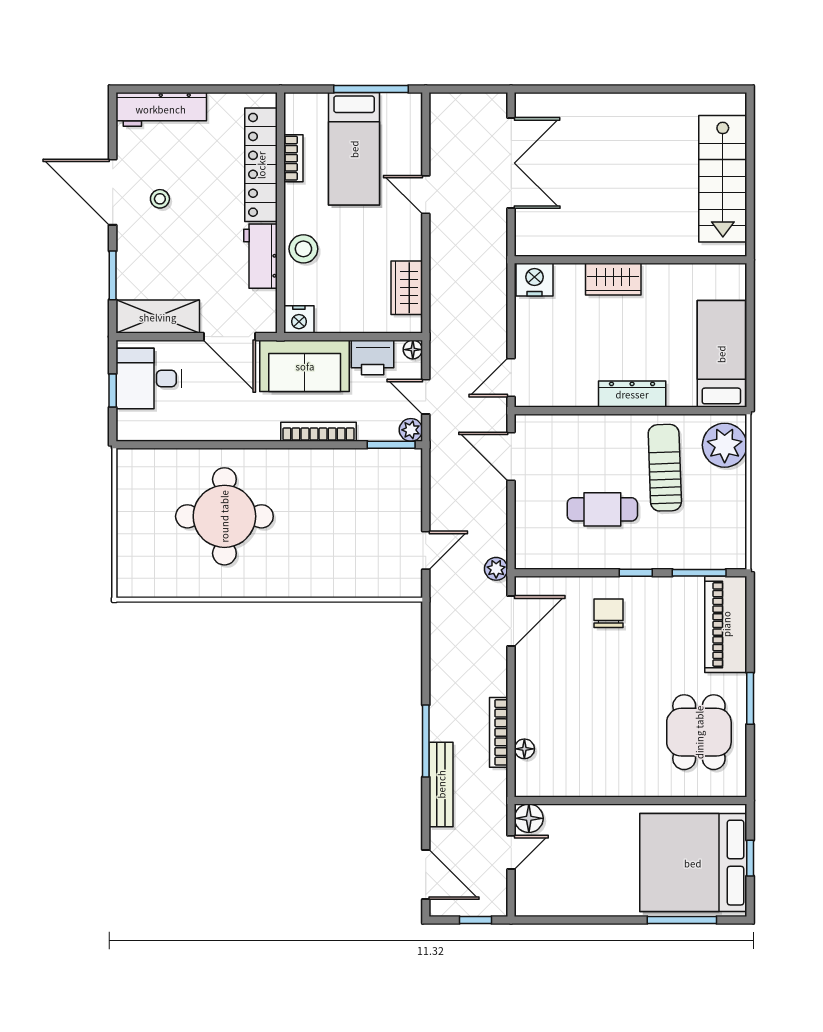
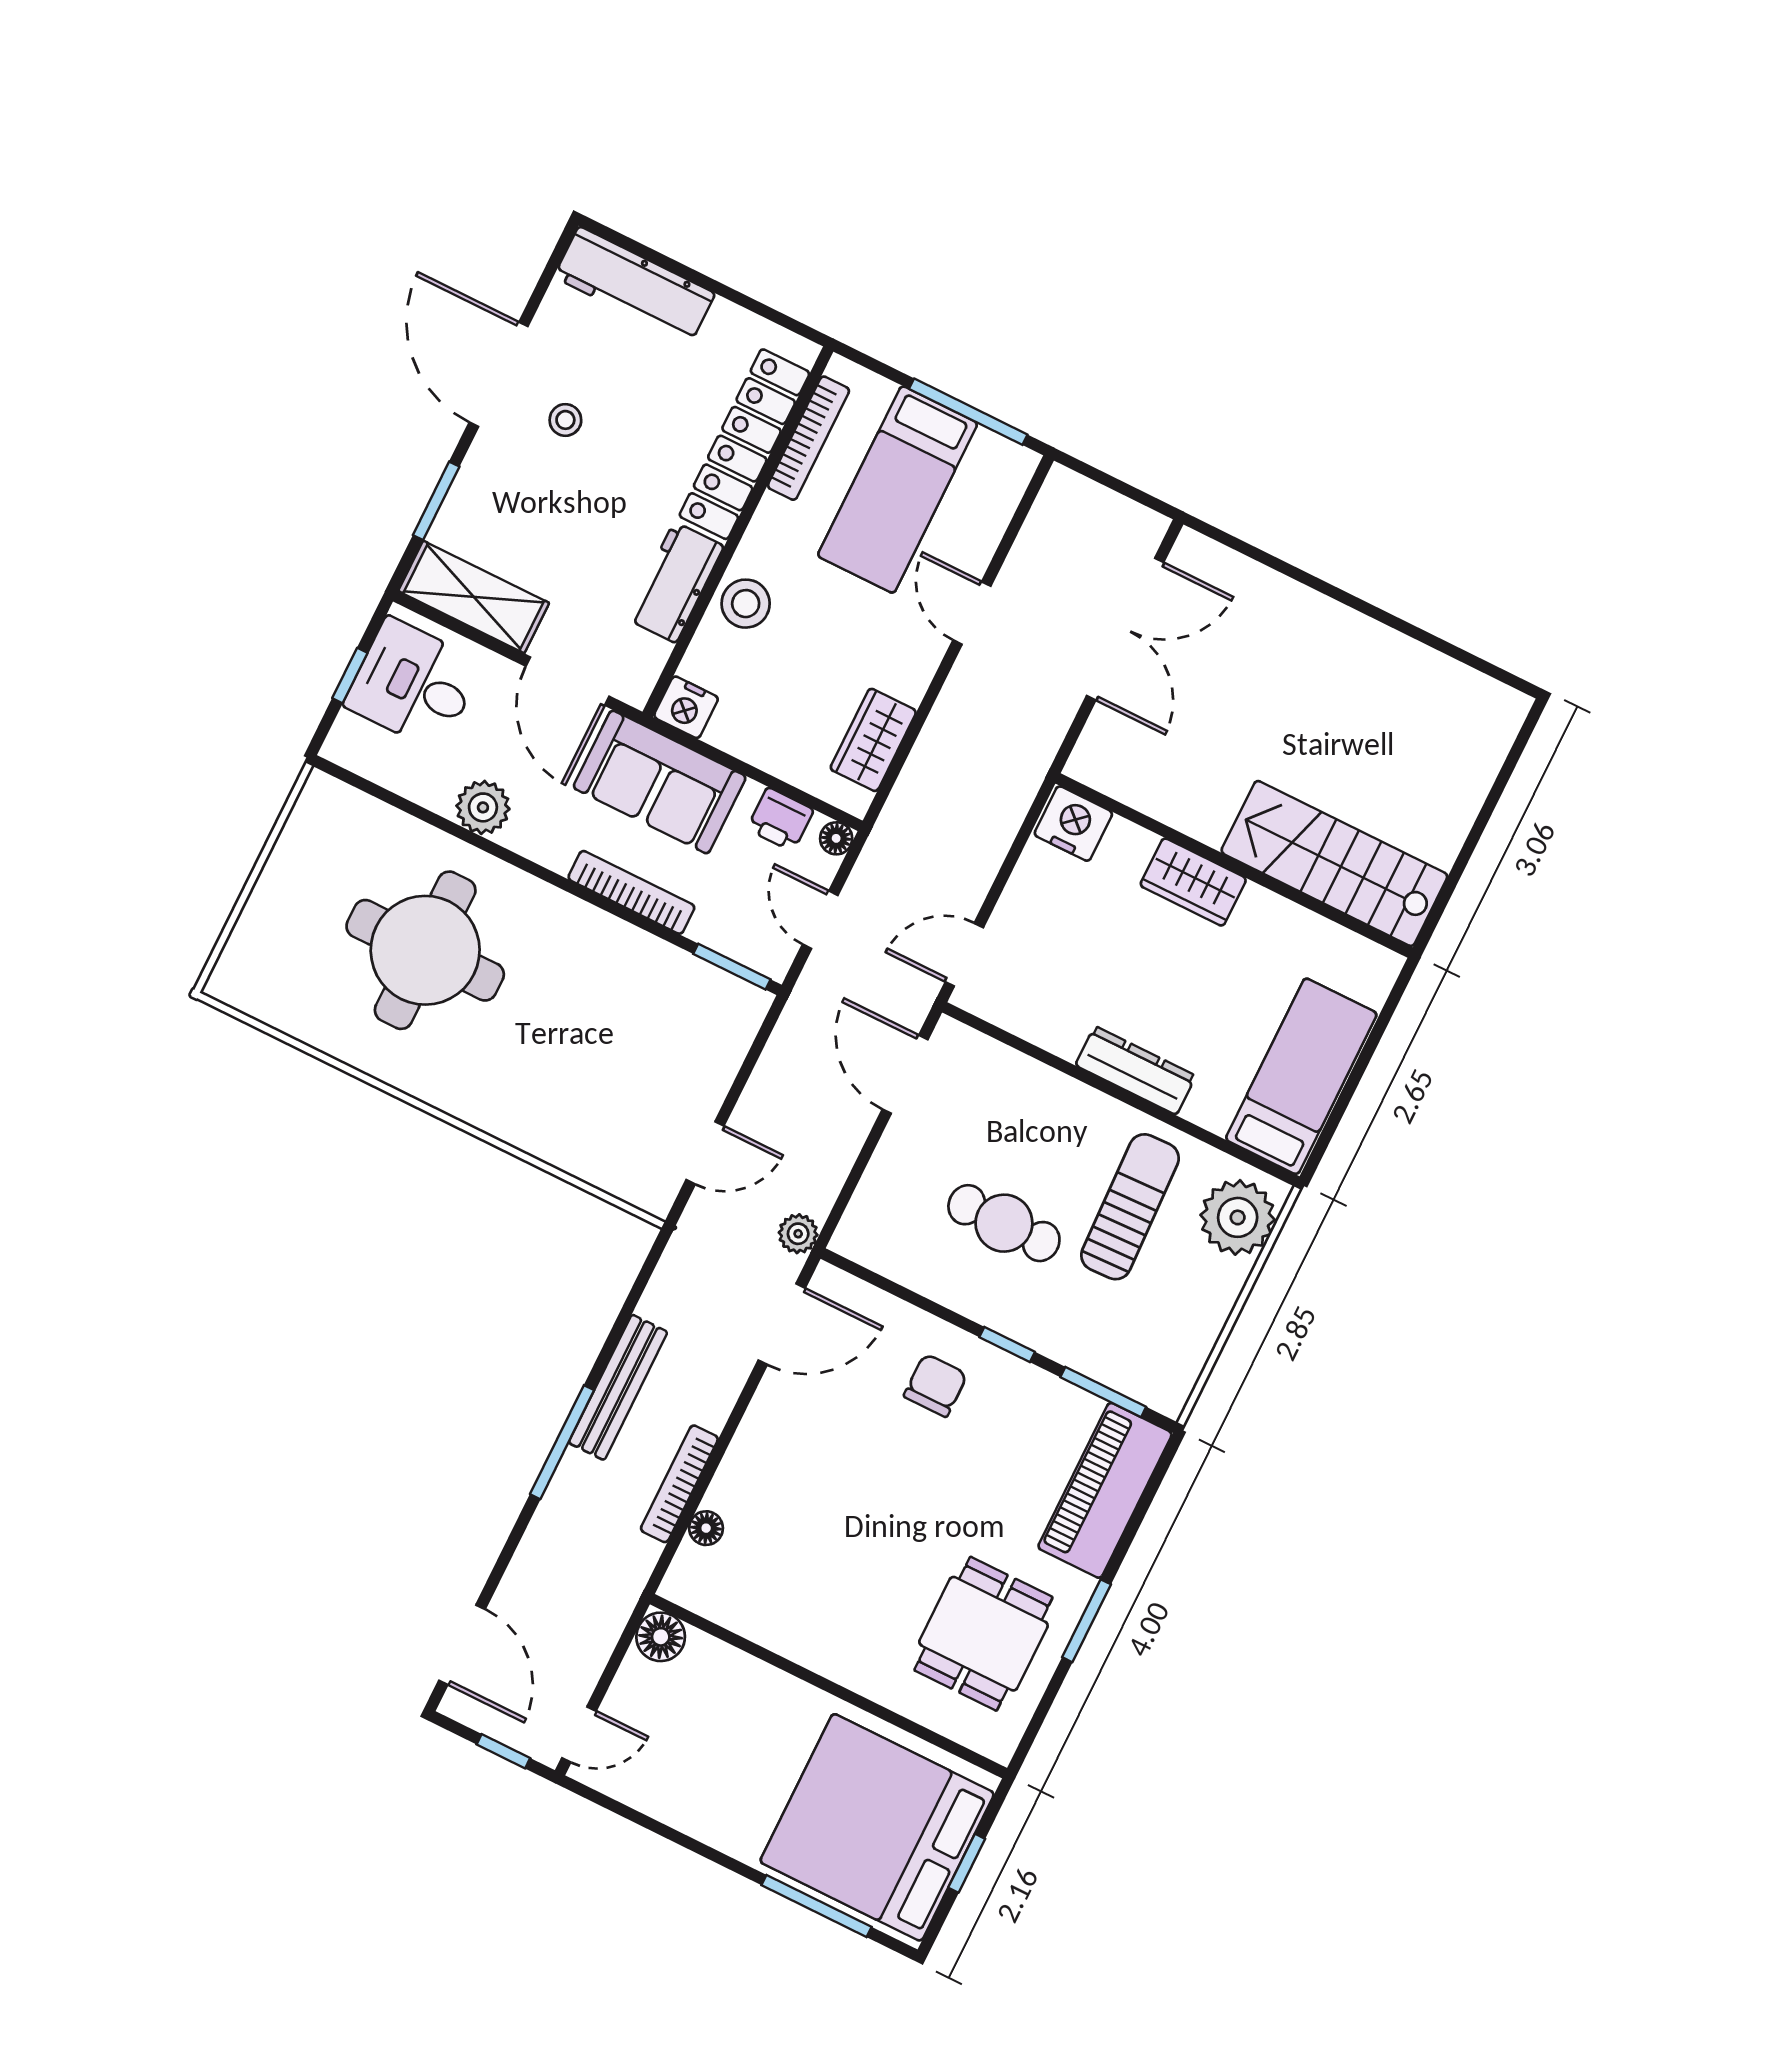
bookcase: (293, 158) -> (809, 438), width x1.56
stairs: (723, 179) -> (1334, 863), moved, turned 90
printer: (373, 358) -> (780, 819), width x0.73, depth x0.81
plant: (411, 430) -> (483, 807), moved, width x1.38, depth x1.38
bench: (441, 784) -> (618, 1387), moved
door: (511, 852) -> (579, 1734), moved

